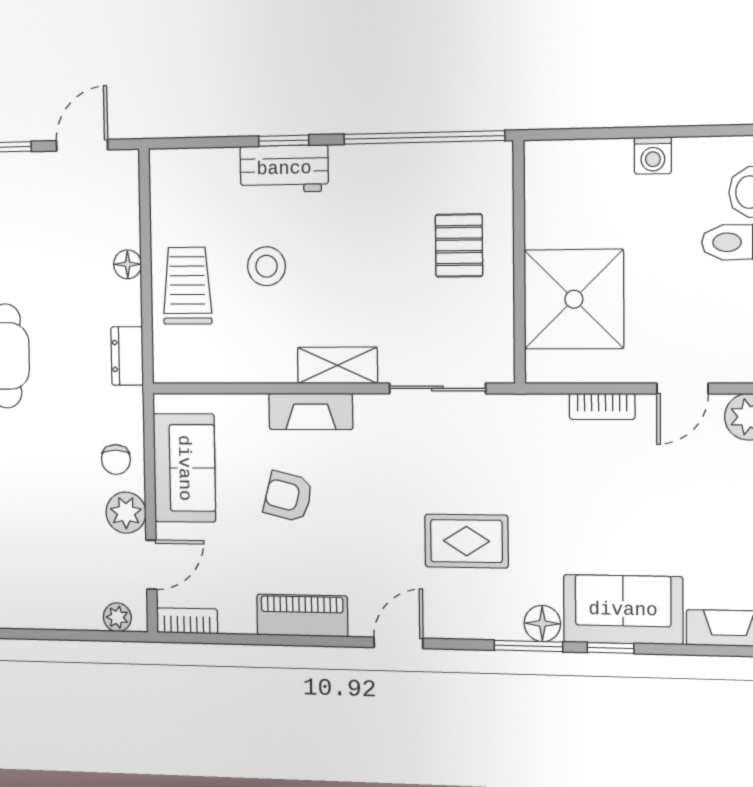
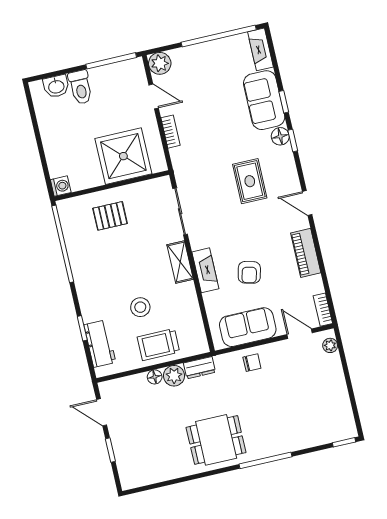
window: (284, 141) -> (82, 328), moved
washing machine: (653, 156) -> (61, 186), moved
workbench: (284, 169) -> (100, 344), moved
plant: (126, 513) -> (174, 376), moved
window: (528, 646) -> (293, 140), width x0.67

